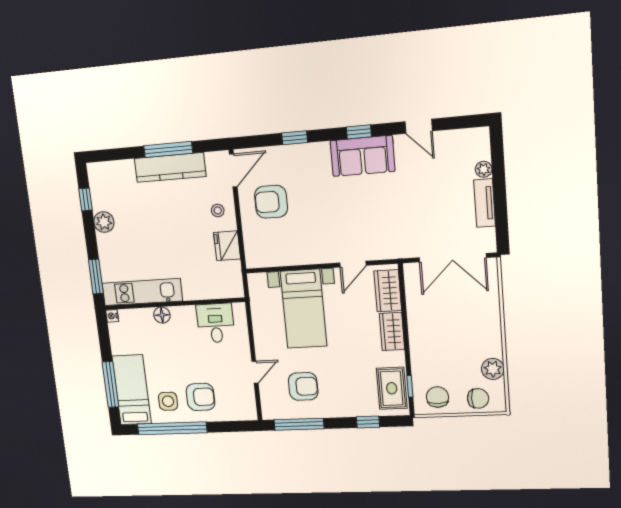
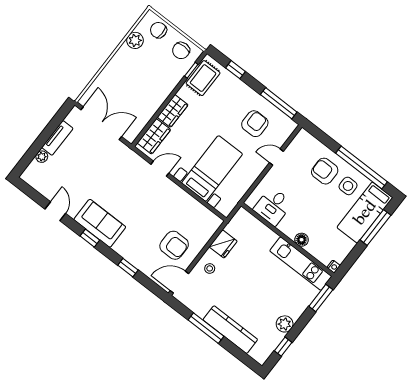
kitchen counter: (170, 167) -> (230, 330), moved
armchair: (303, 386) -> (255, 124), turned 90

